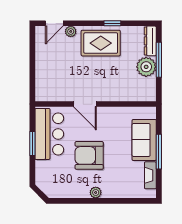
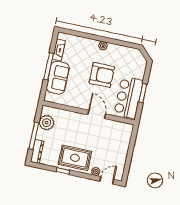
plant: (146, 67) -> (47, 123), moved

